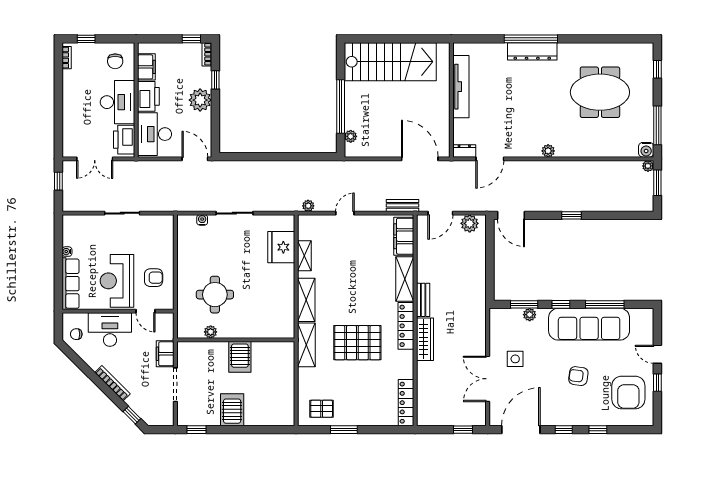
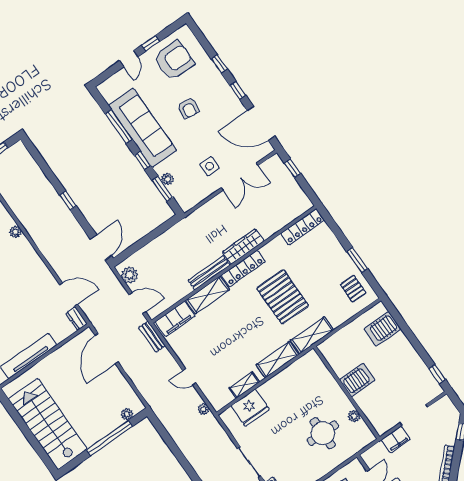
plant: (548, 151) -> (15, 232), moved
bench: (423, 300) -> (209, 273), width x1.36
server rack: (232, 410) -> (382, 329), moved

